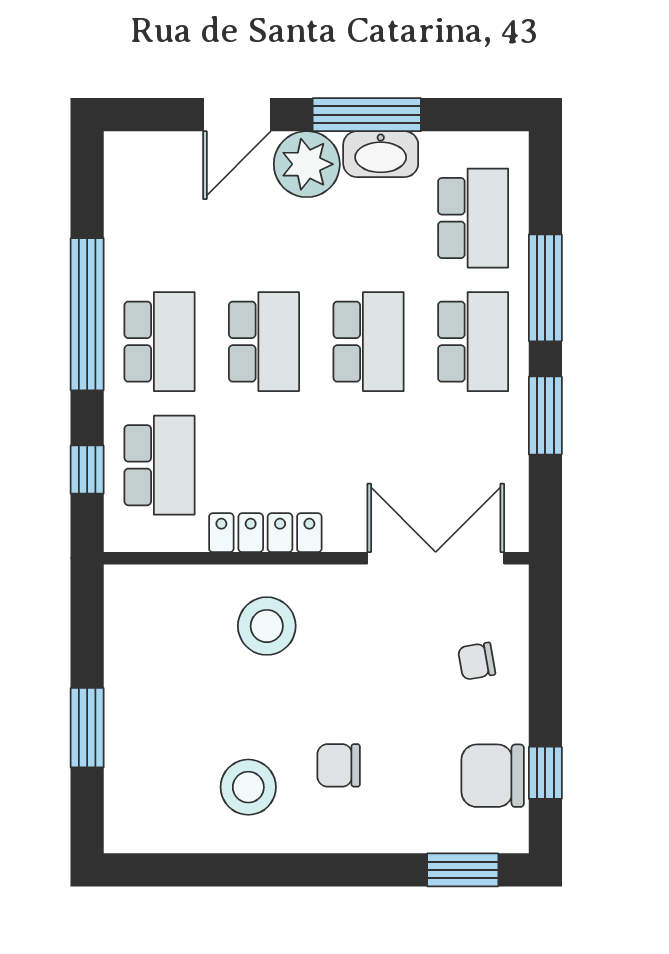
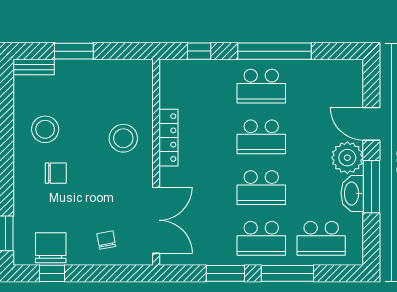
school desk: (159, 465) -> (201, 86), removed
chair: (339, 765) -> (56, 173), turned 90
bench: (120, 811) -> (34, 67), added

